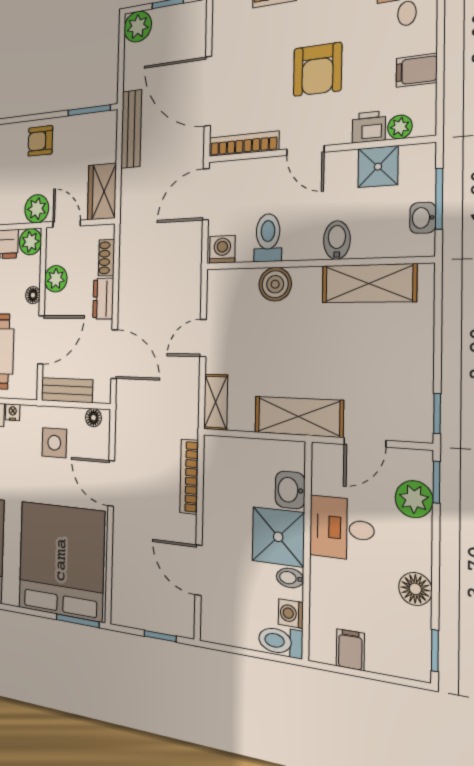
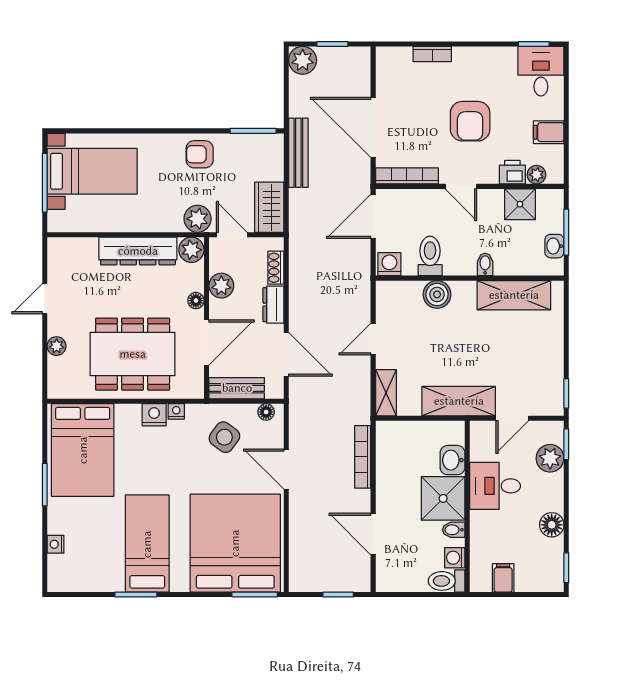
bidet: (337, 240) -> (485, 264), width x0.72, depth x0.74
side table: (54, 443) -> (224, 437), turned 36

